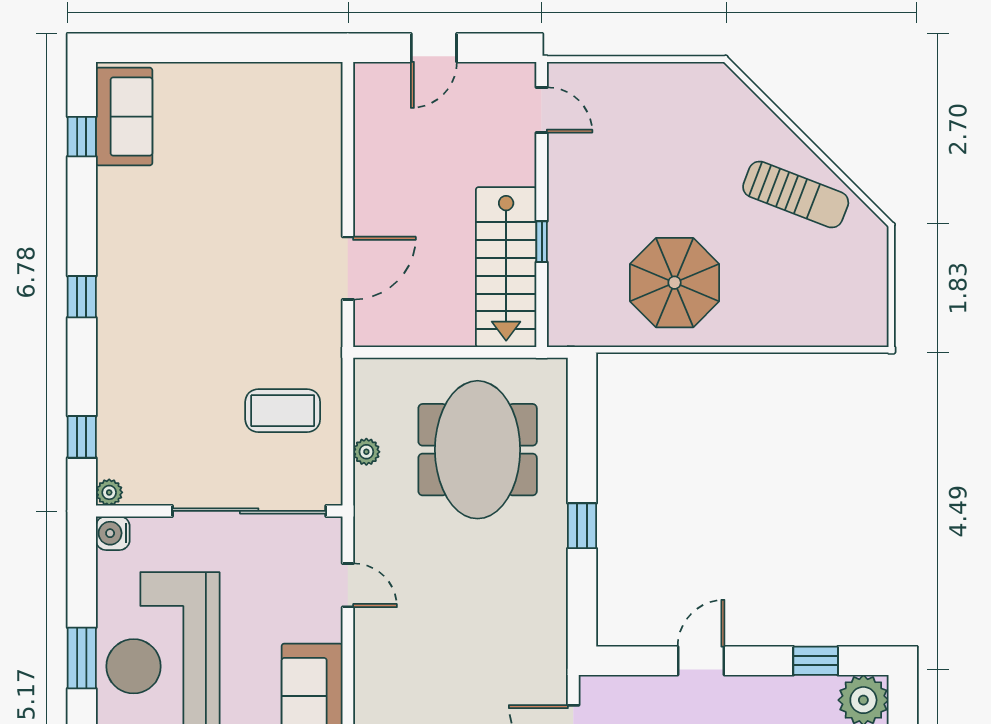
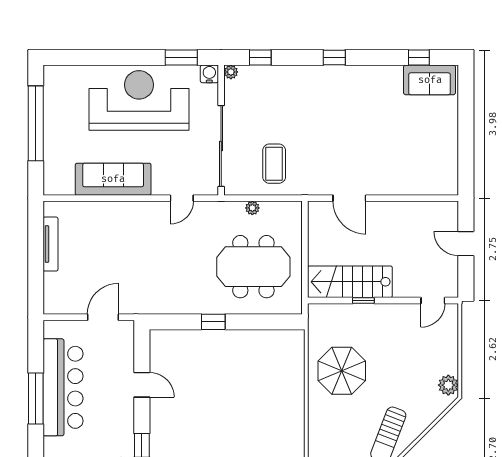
plant: (702, 81) -> (448, 385), added
window: (82, 658) -> (181, 58), moved

